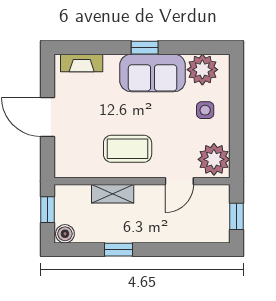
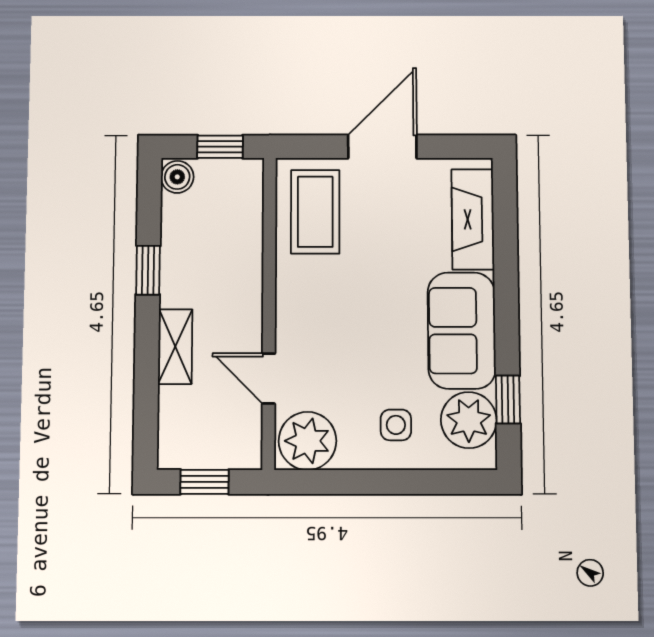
window: (145, 48) -> (508, 400), moved
fireplace: (82, 63) -> (473, 219), width x1.37, depth x1.32
coffee table: (128, 149) -> (315, 212), moved
shelving: (113, 194) -> (175, 347), moved

